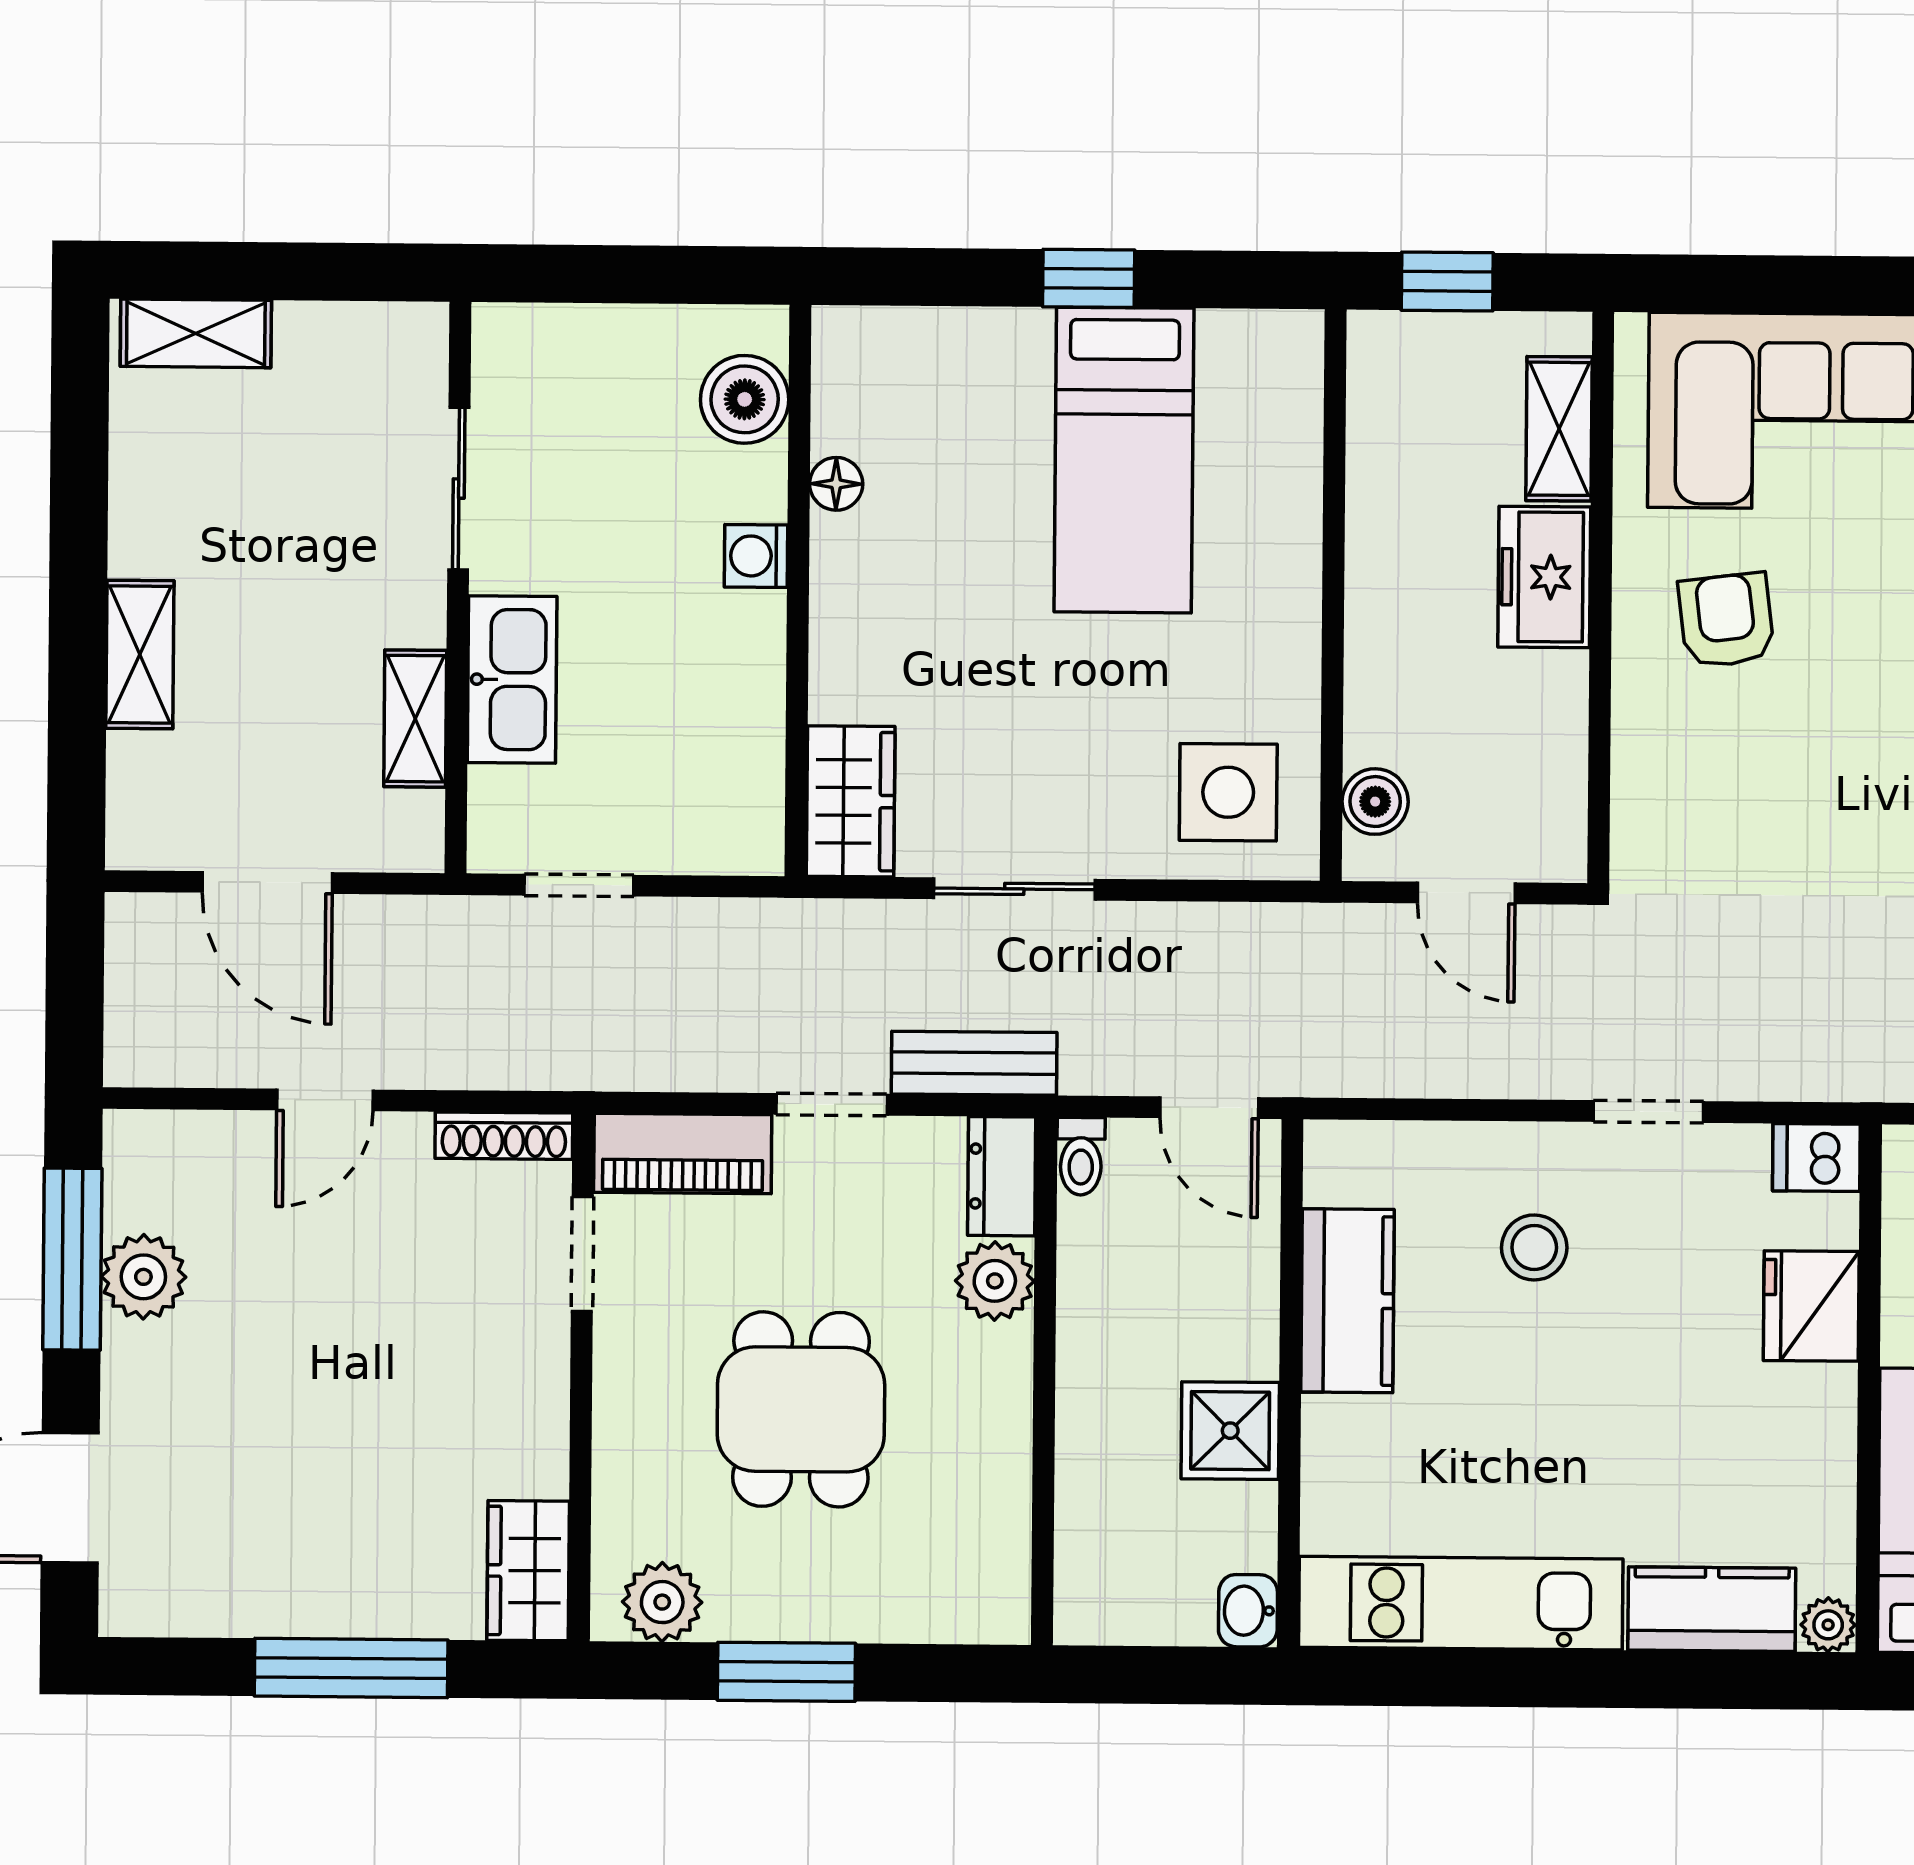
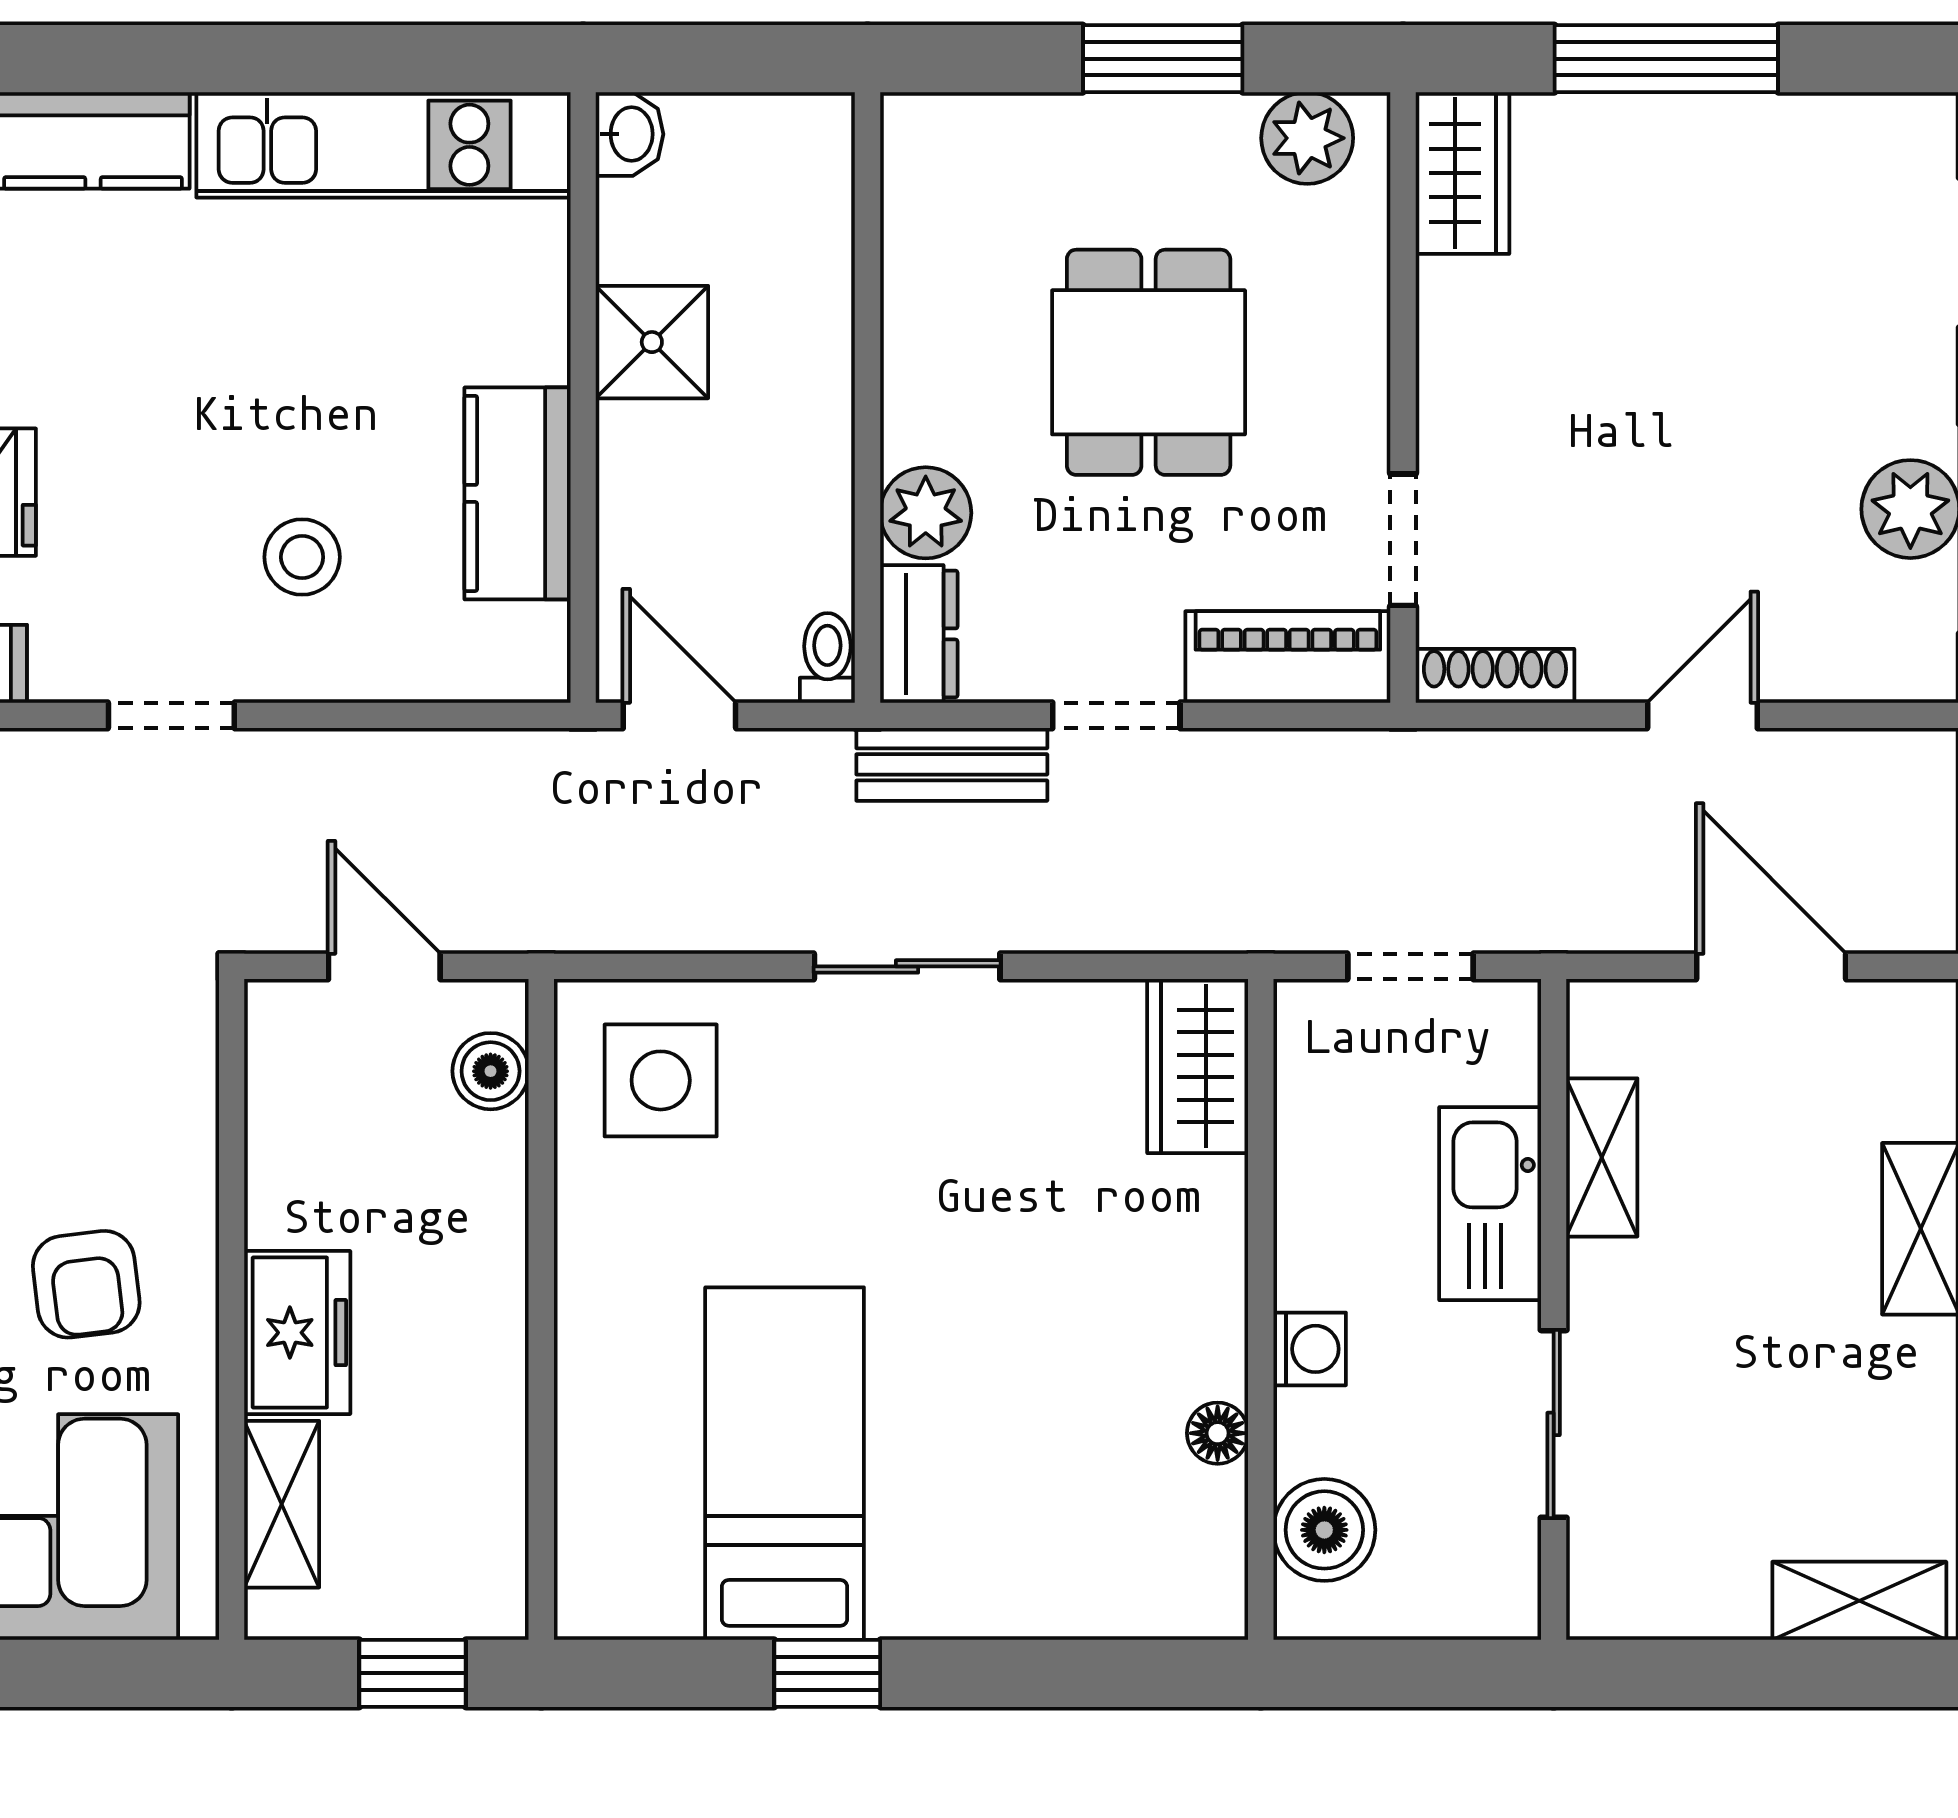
boiler: (745, 399) -> (1324, 1530), moved
floor lamp: (836, 484) -> (1218, 1433), moved
washing machine: (756, 556) -> (1310, 1349), moved
wall: (798, 590) -> (1261, 1309), moved
wardrobe: (851, 801) -> (1198, 1066), moved

